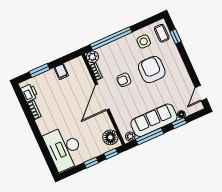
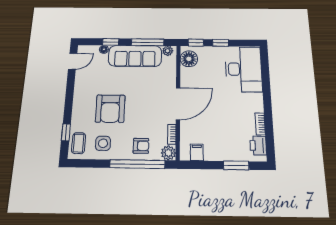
filing cabinet: (61, 72) -> (197, 152), moved
armchair: (124, 80) -> (141, 146), moved

